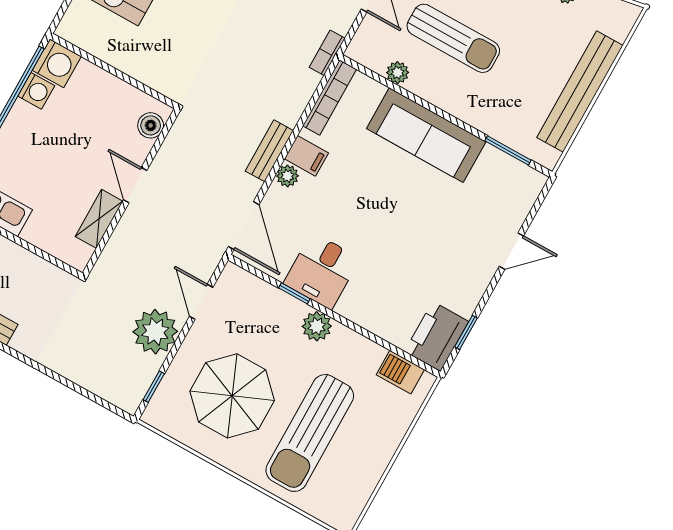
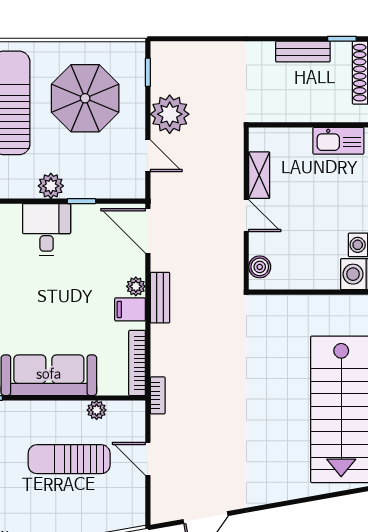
desk: (322, 271) -> (47, 229), moved

